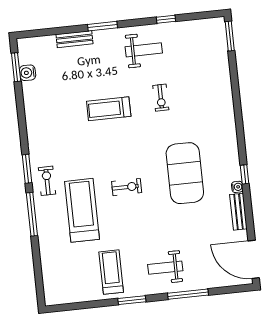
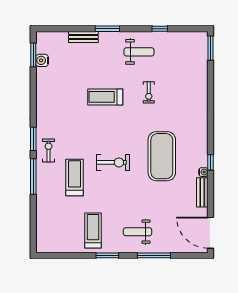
exercise bike: (127, 187) -> (113, 162), width x1.38, depth x1.39
treadmill: (82, 210) -> (74, 178), width x0.73, depth x0.73

